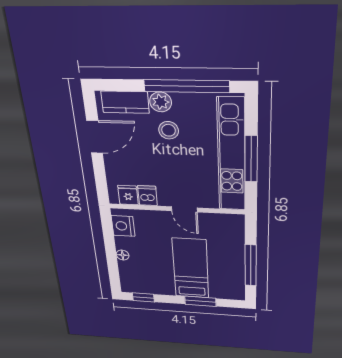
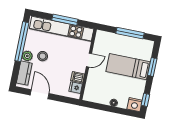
nightstand: (123, 226) -> (135, 105), moved

